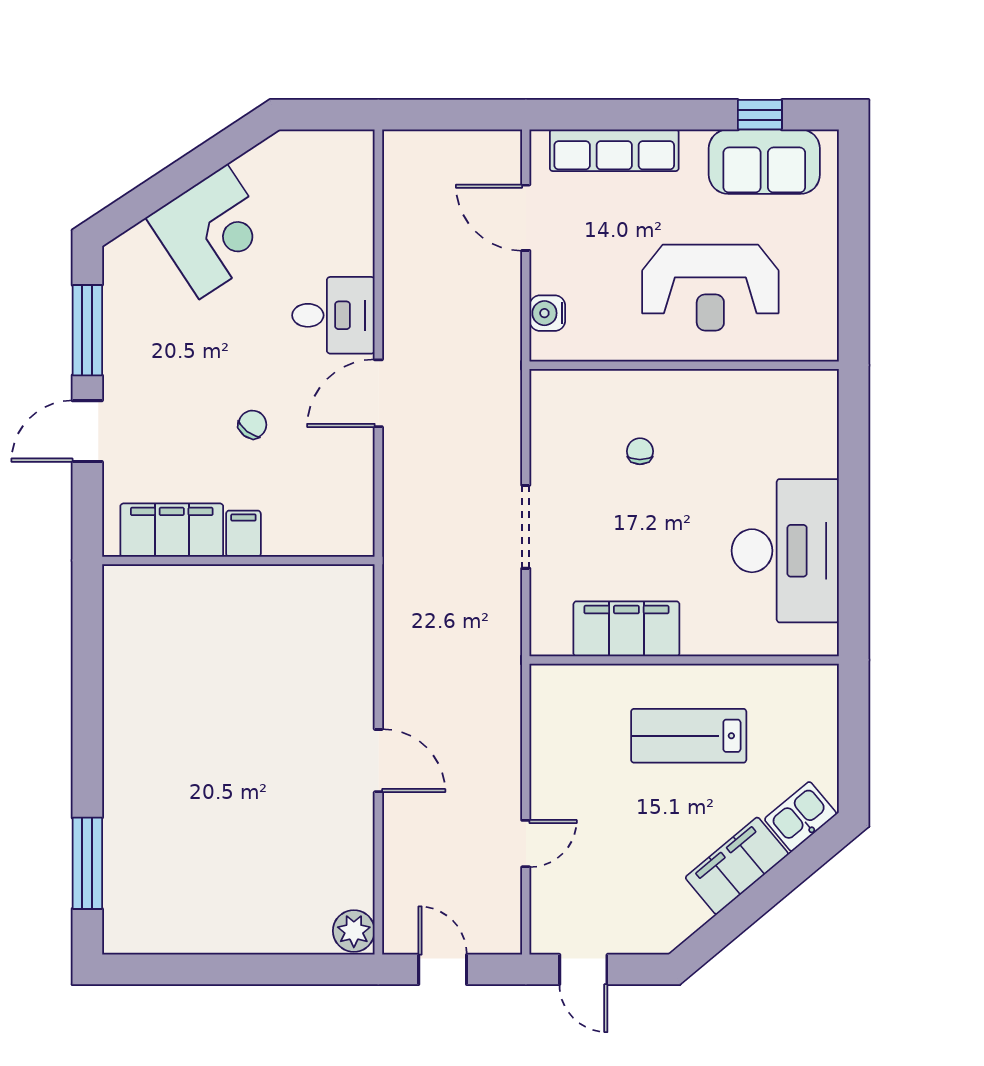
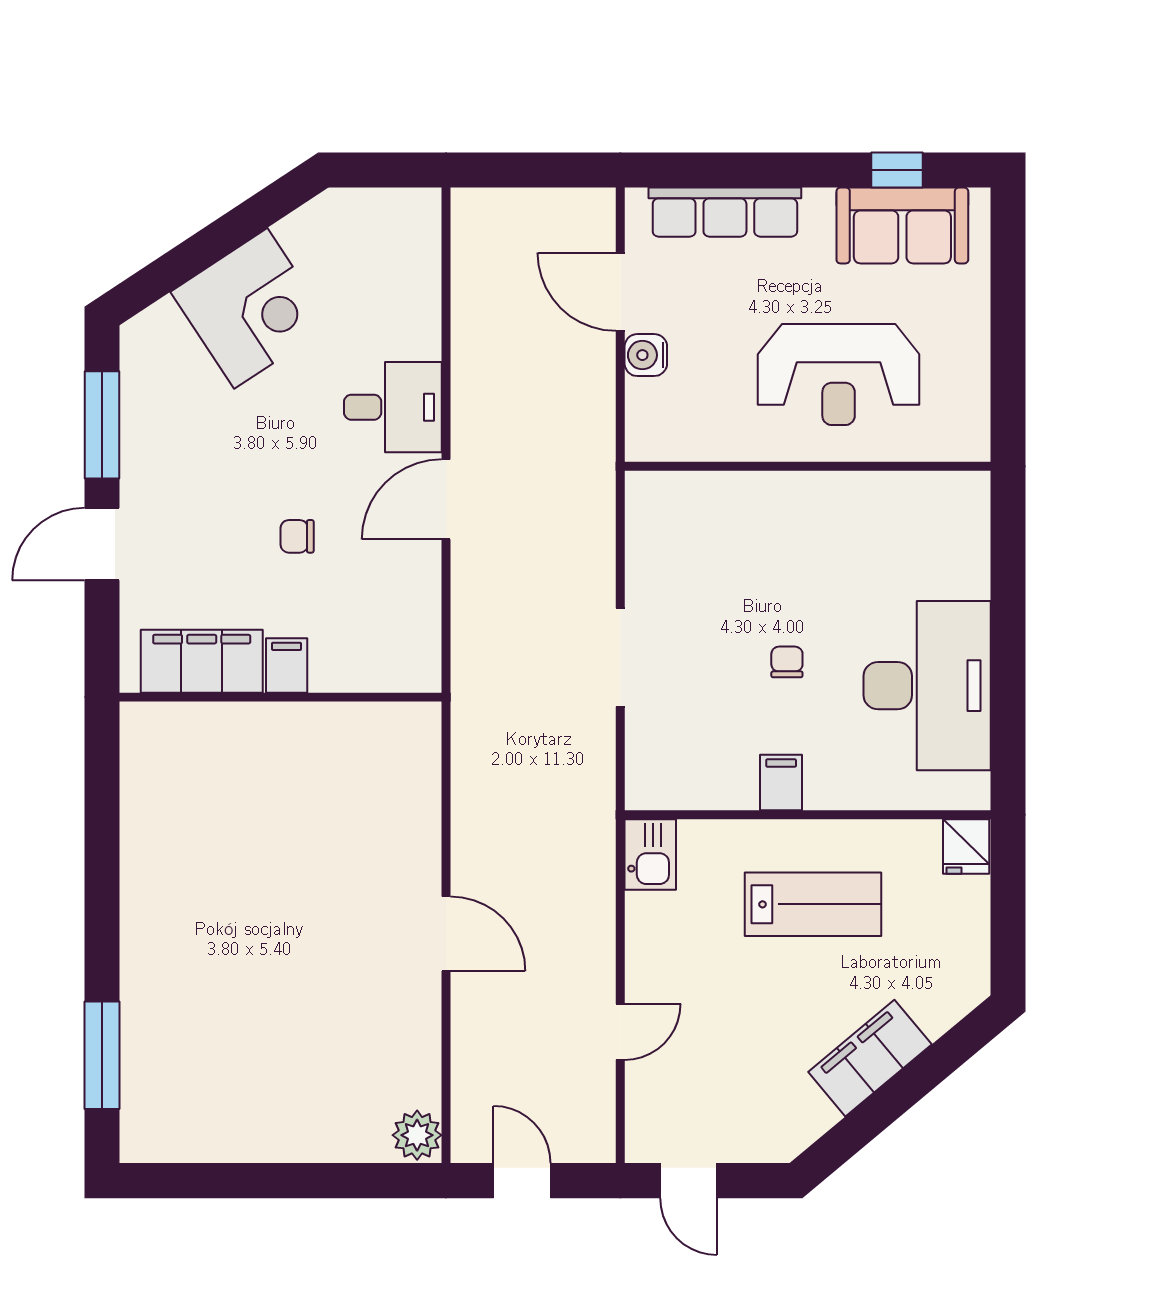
water cooler: (547, 313) -> (646, 355), moved
chair: (252, 424) -> (297, 536), turned -127
chair: (640, 451) -> (787, 662), moved
filing cabinet: (626, 629) -> (781, 783), width x0.33, depth x0.86
fridge: (818, 687) -> (966, 847), added
lab bench: (689, 736) -> (813, 904), turned 180
kitchen sink: (801, 817) -> (650, 854), moved, turned 130

